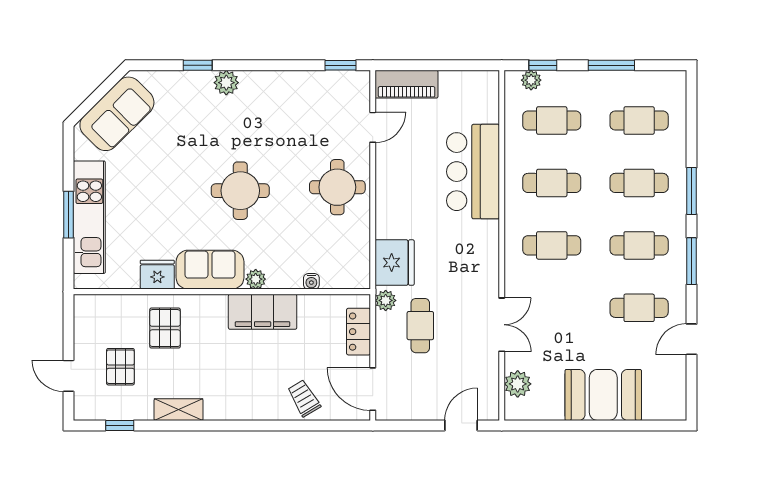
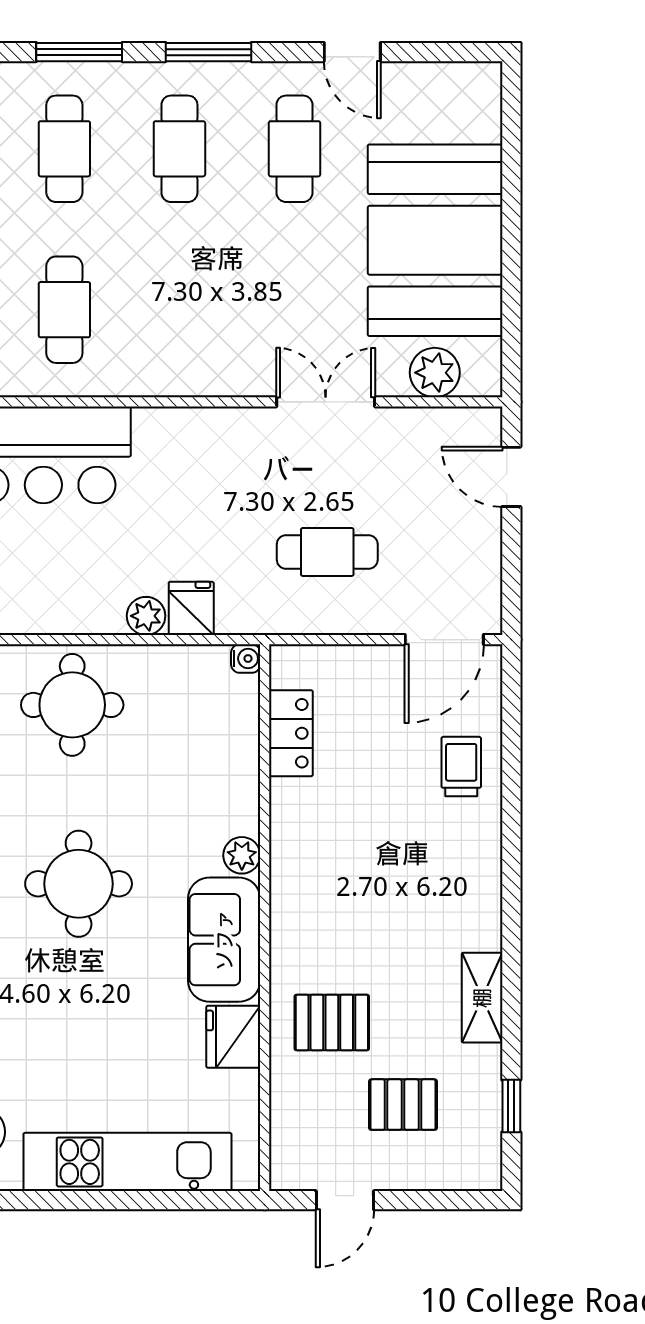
window: (69, 215) -> (123, 1200), removed
cafe table: (552, 245) -> (179, 310), removed
fridge: (395, 263) -> (191, 608), width x0.53, depth x0.75
water cooler: (311, 281) -> (246, 659), moved
plant: (386, 300) -> (146, 616), moved
filing cabinet: (263, 312) -> (302, 843), removed
locker: (359, 332) -> (291, 733), moved, turned -90
door: (69, 376) -> (345, 1200), moved
booth: (603, 395) -> (435, 240), width x1.36, depth x1.42
trolley: (304, 398) -> (461, 767), turned 121

